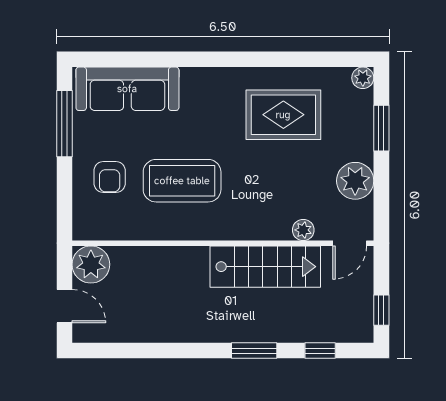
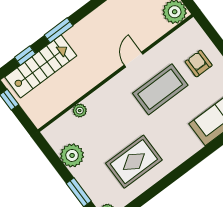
door: (350, 243) -> (134, 60), moved
stairs: (265, 267) -> (41, 66), moved, turned 180

